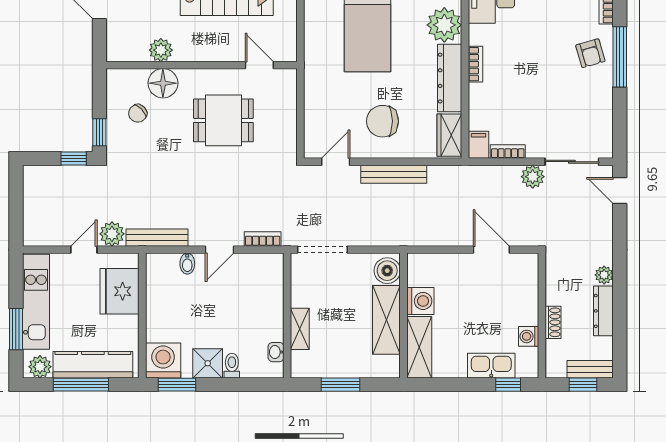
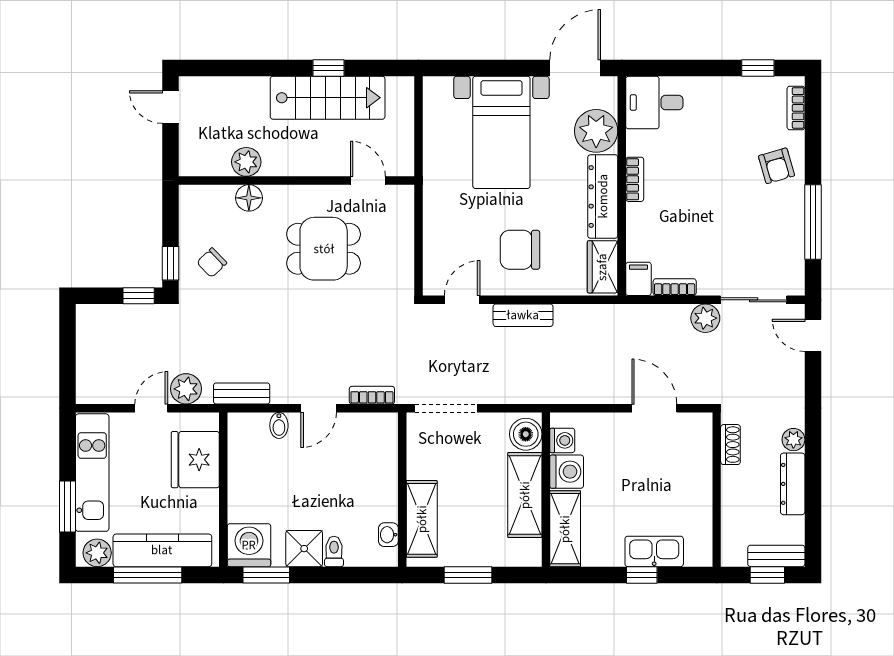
window: (620, 57) -> (813, 222), moved
floor lamp: (163, 83) -> (249, 198), width x0.73, depth x0.73
chair: (138, 113) -> (212, 263), moved
bench: (394, 174) -> (523, 315), width x0.73
bench: (157, 238) -> (242, 393), width x0.73
shoe rack: (553, 322) -> (730, 445), moved
shelving: (300, 329) -> (422, 519), width x1.50, depth x1.33
washing machine: (529, 336) -> (562, 440), moved, turned 180
window: (508, 385) -> (642, 575), moved

